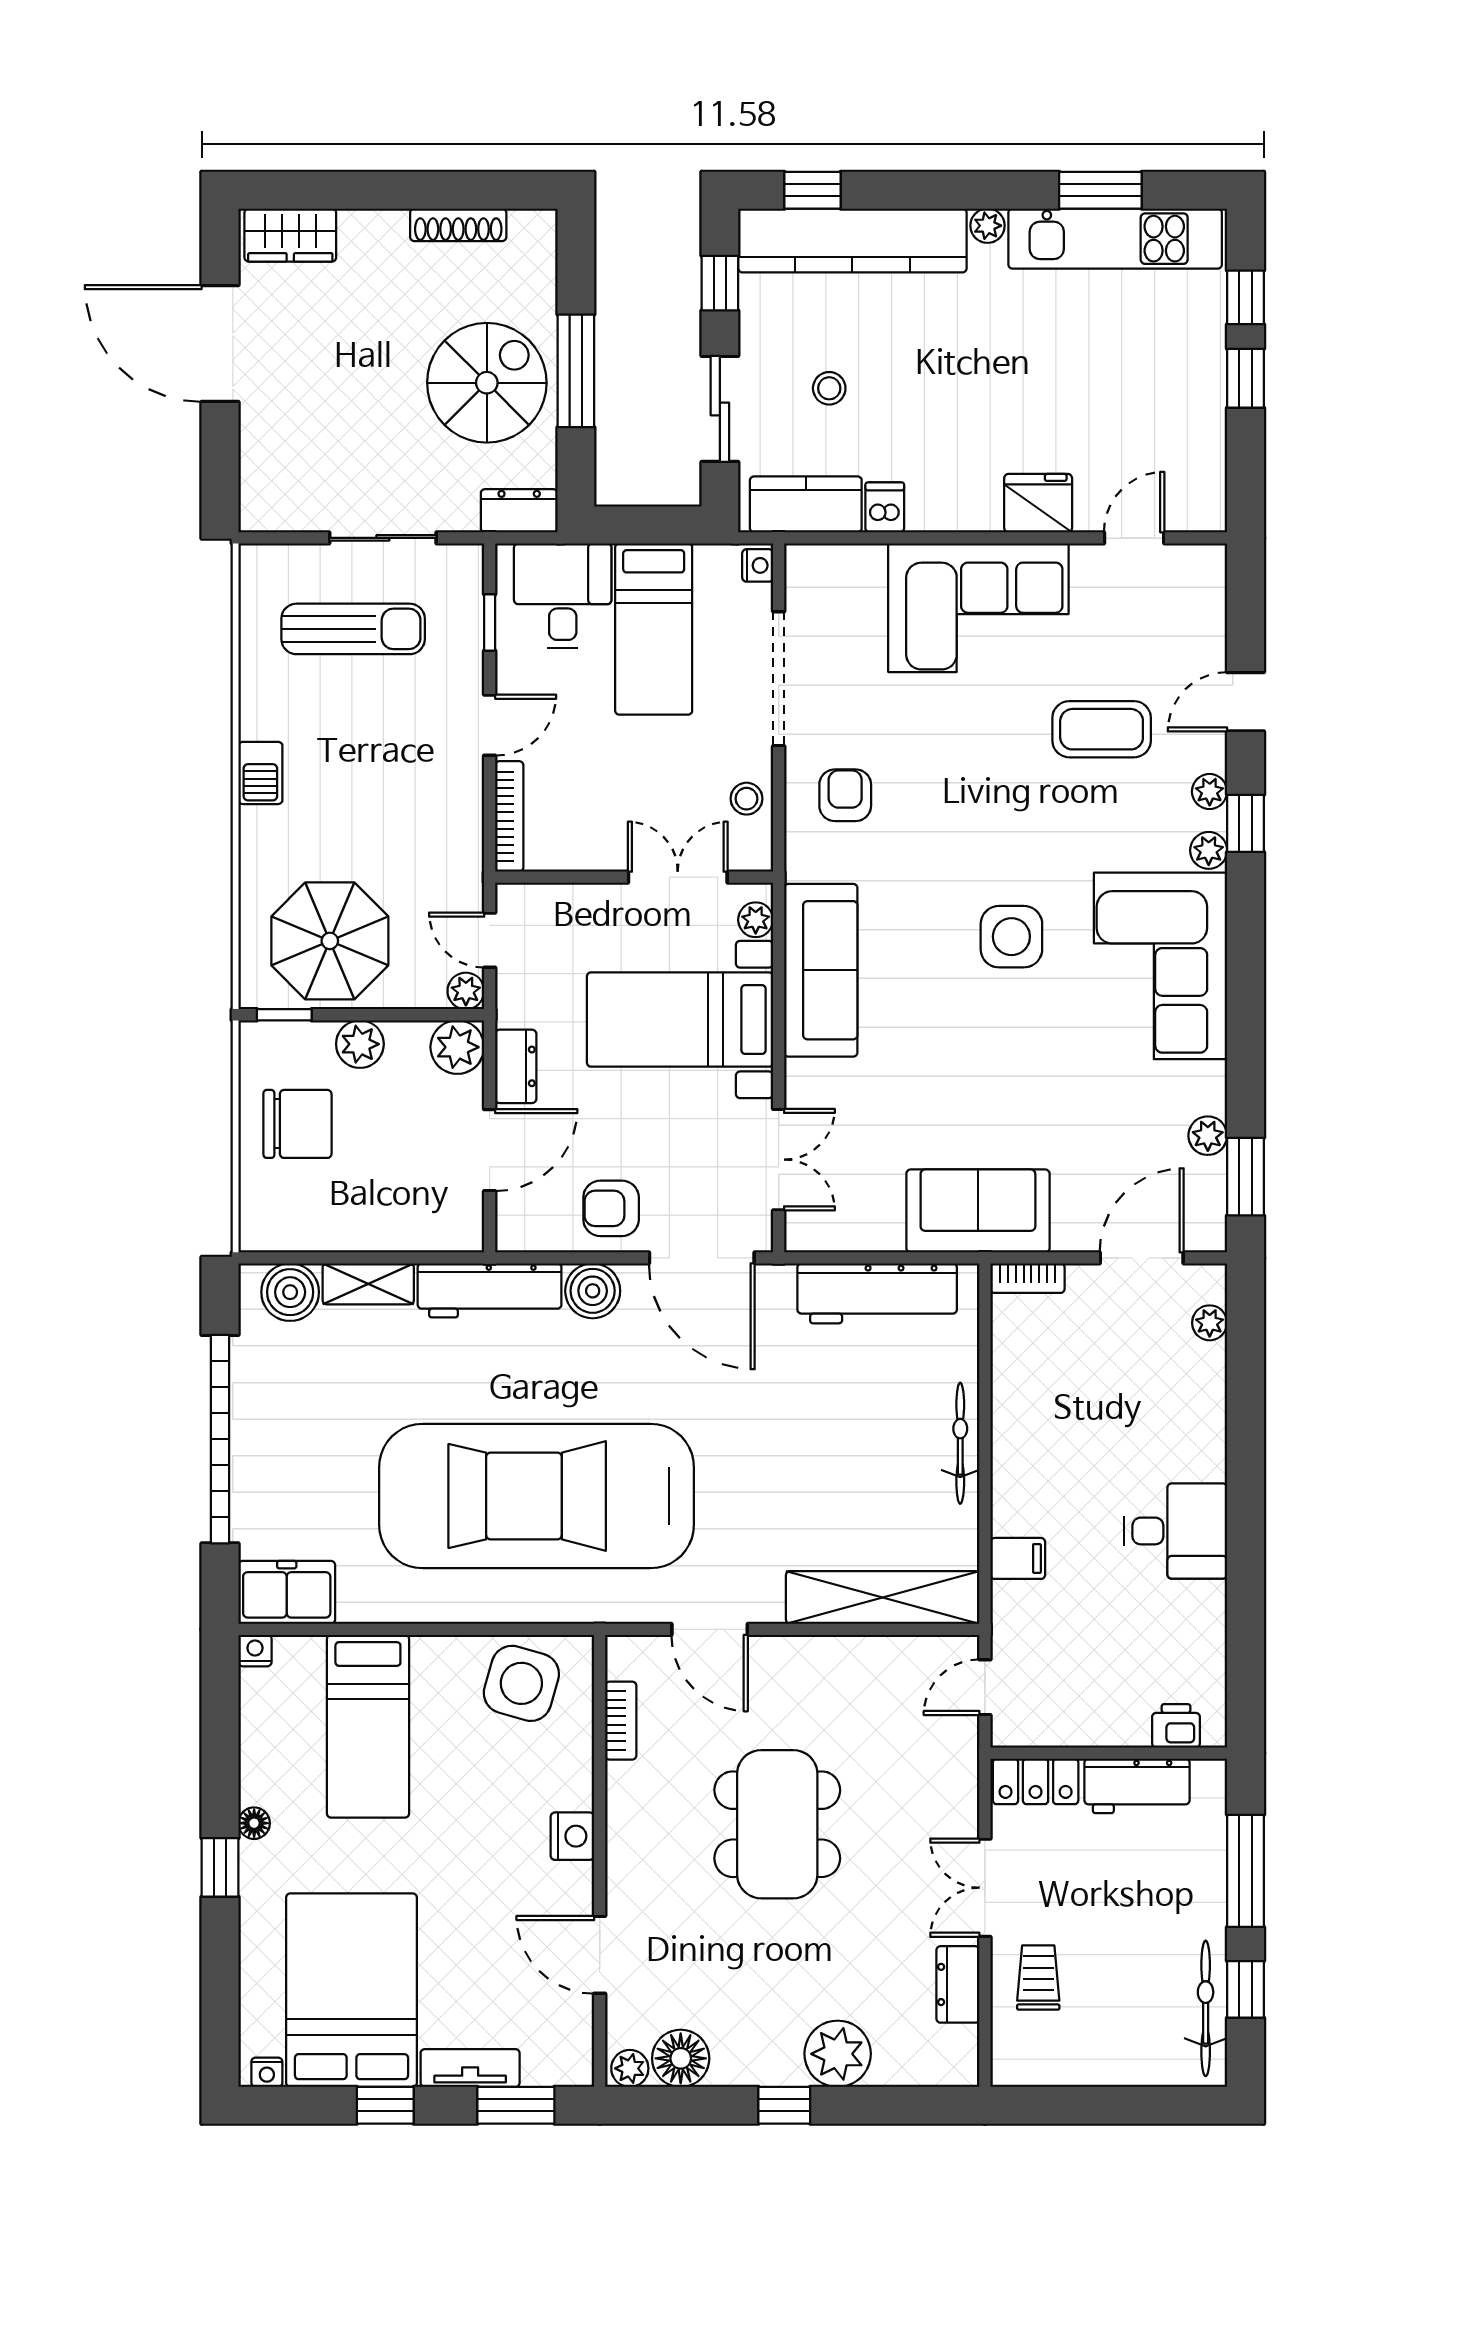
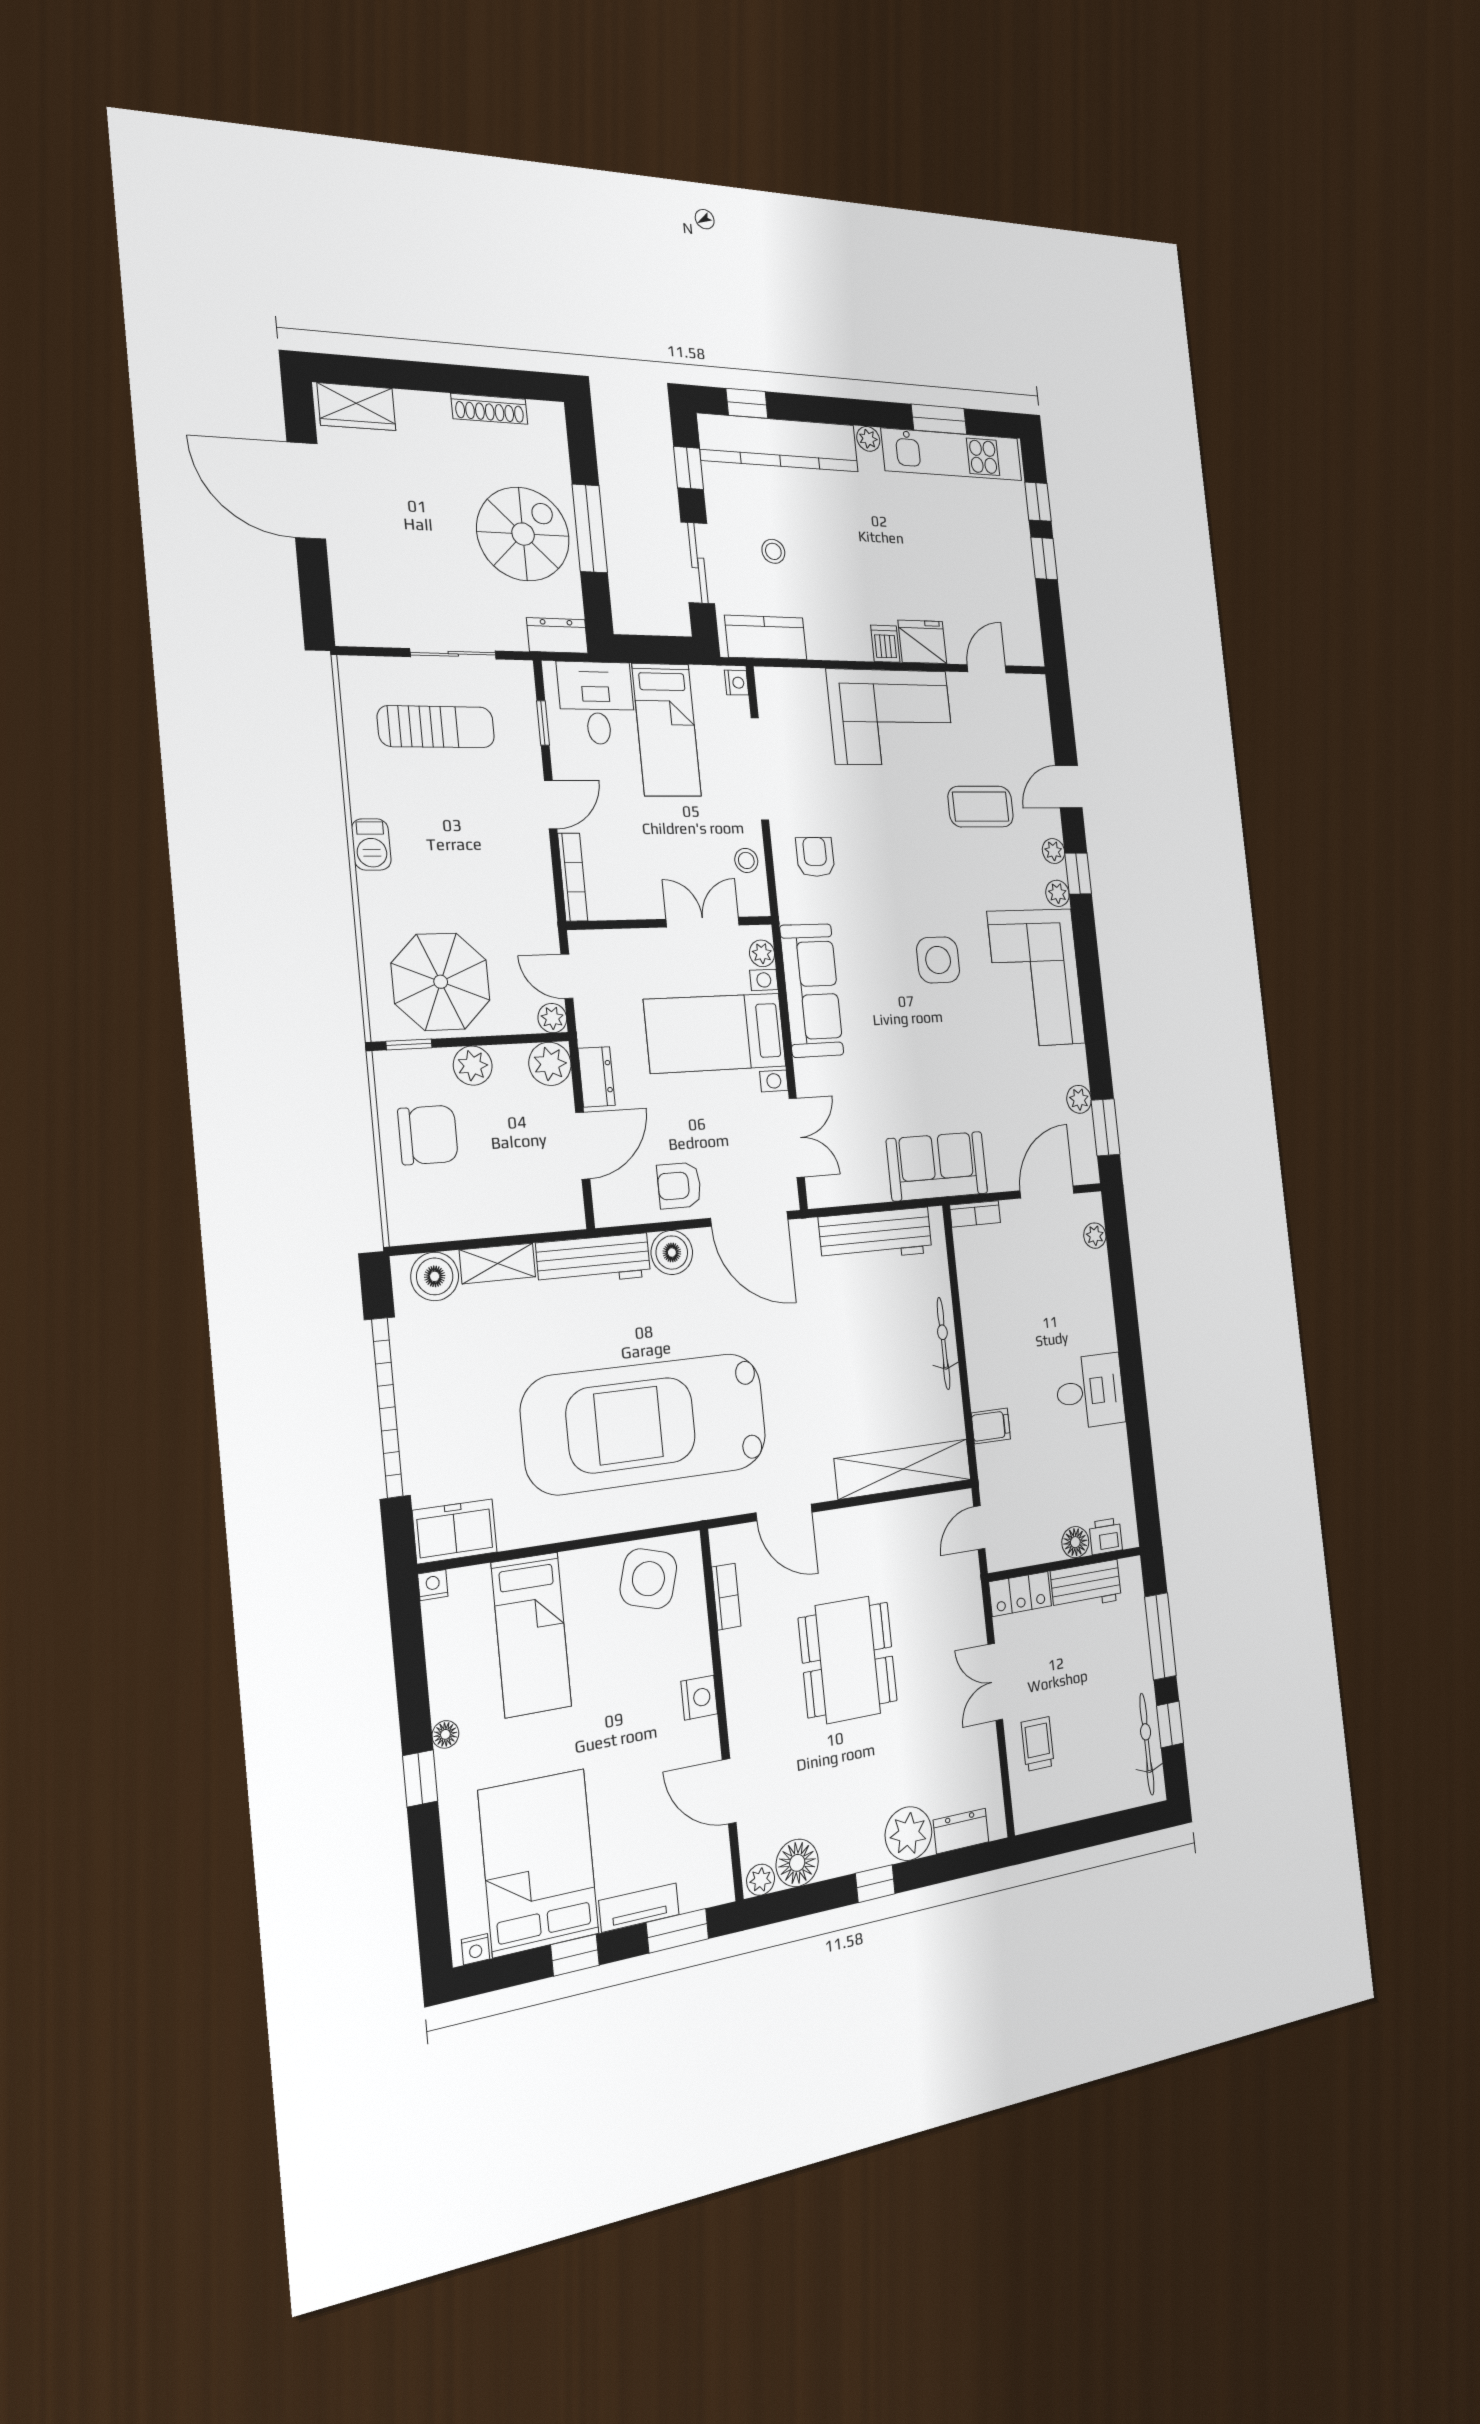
dishwasher: (885, 507) -> (885, 644), moved
floor lamp: (1128, 1727) -> (1075, 1542), added
dresser: (958, 1984) -> (961, 1831), moved, turned 90

